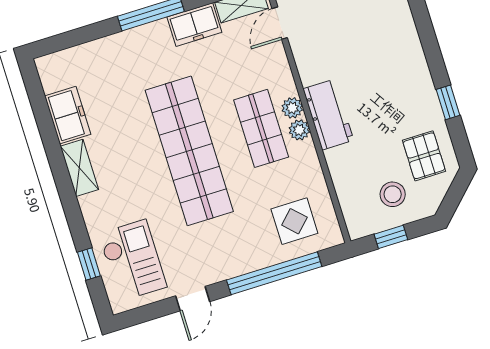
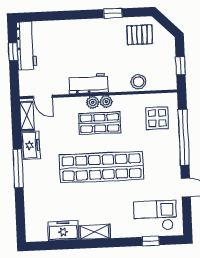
workbench: (328, 115) -> (88, 83), moved
stool: (393, 194) -> (138, 82), moved

